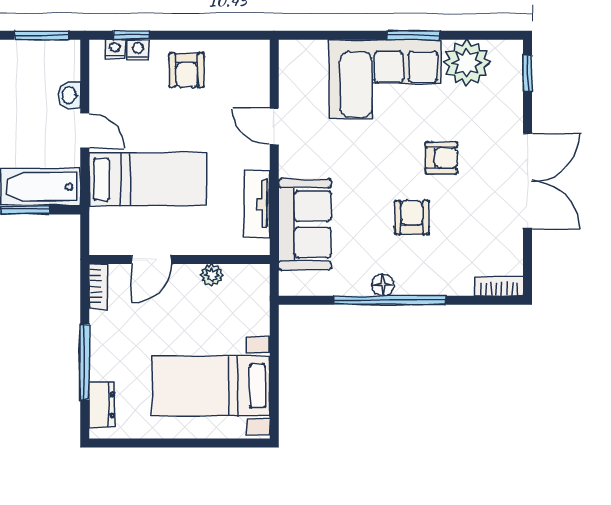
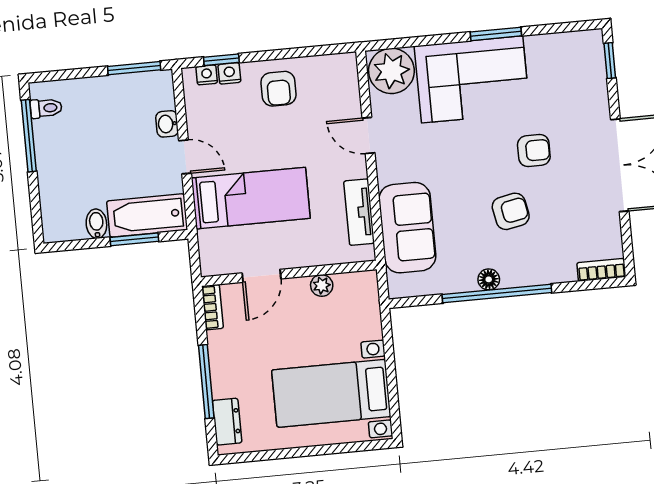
plant: (467, 63) -> (391, 71), moved
armchair: (412, 218) -> (511, 211), turned 79

